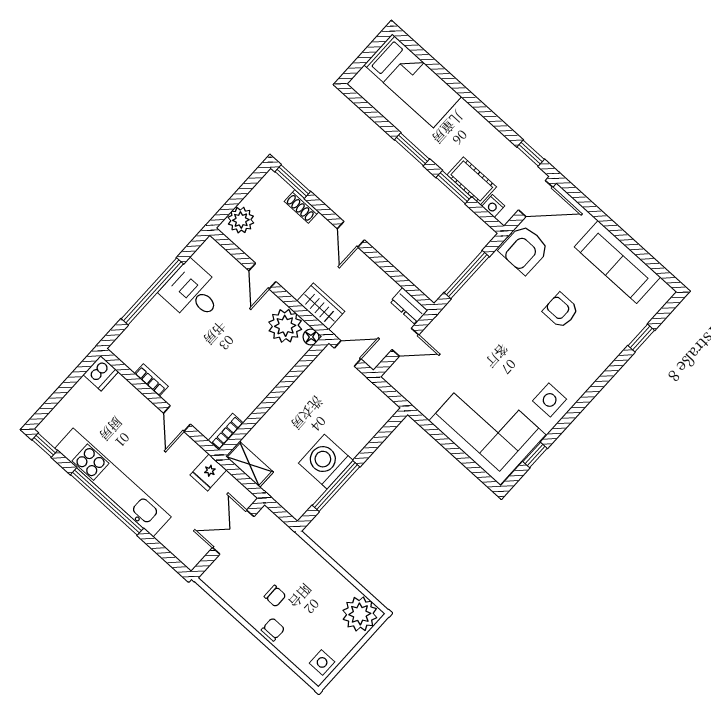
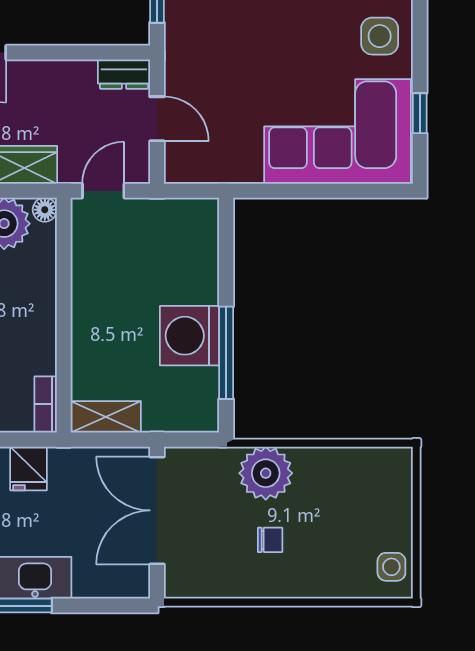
door: (405, 342) -> (157, 119), hinge flipped
fridge: (208, 472) -> (29, 468), moved
double door: (233, 532) -> (157, 510), width x1.37
plant: (360, 614) -> (266, 473), moved
chair: (273, 629) -> (302, 580), removed

